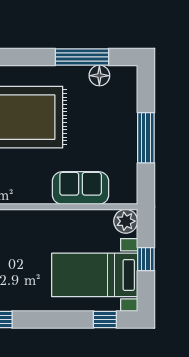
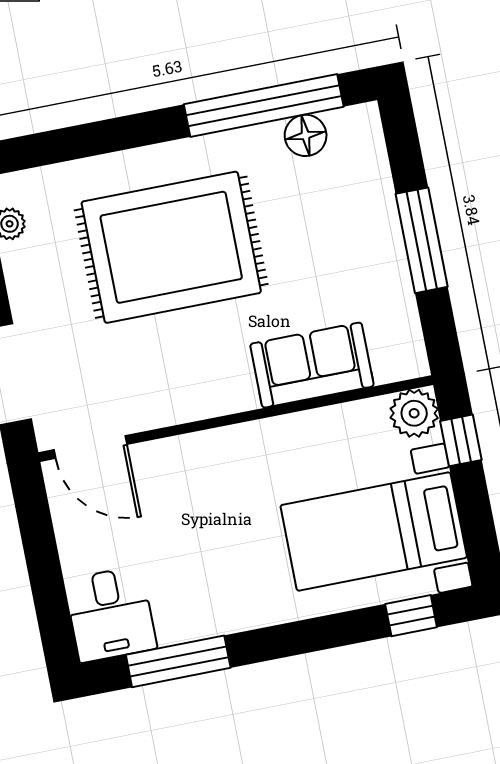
window: (82, 57) -> (264, 106), width x1.46
window: (146, 259) -> (461, 440), moved

